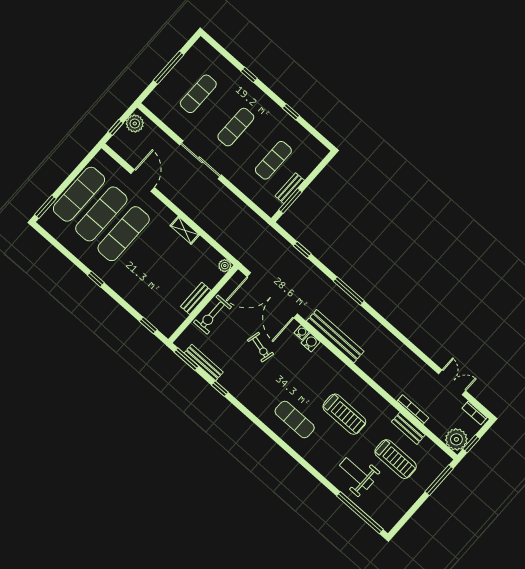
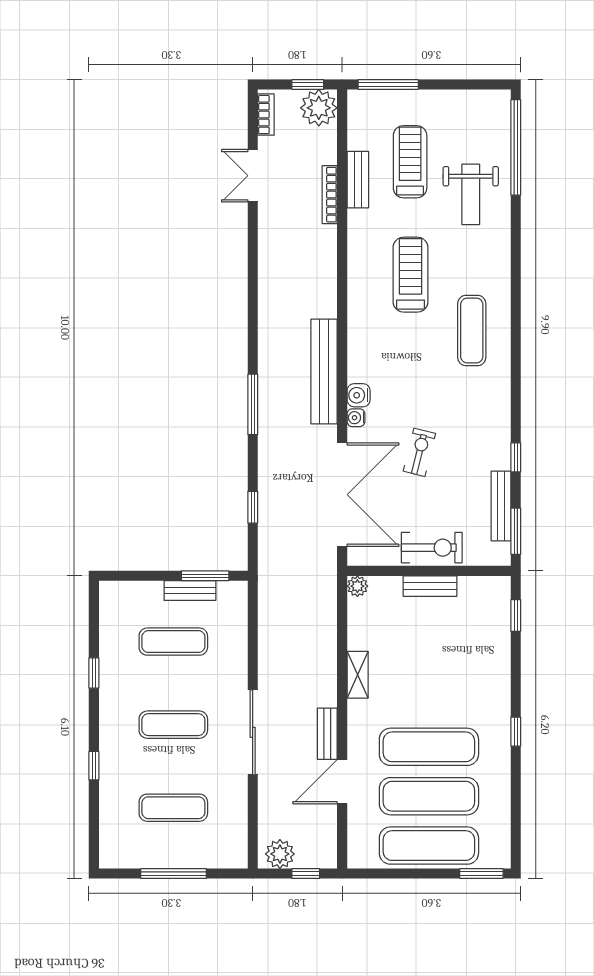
bench: (170, 193) -> (327, 734), added

